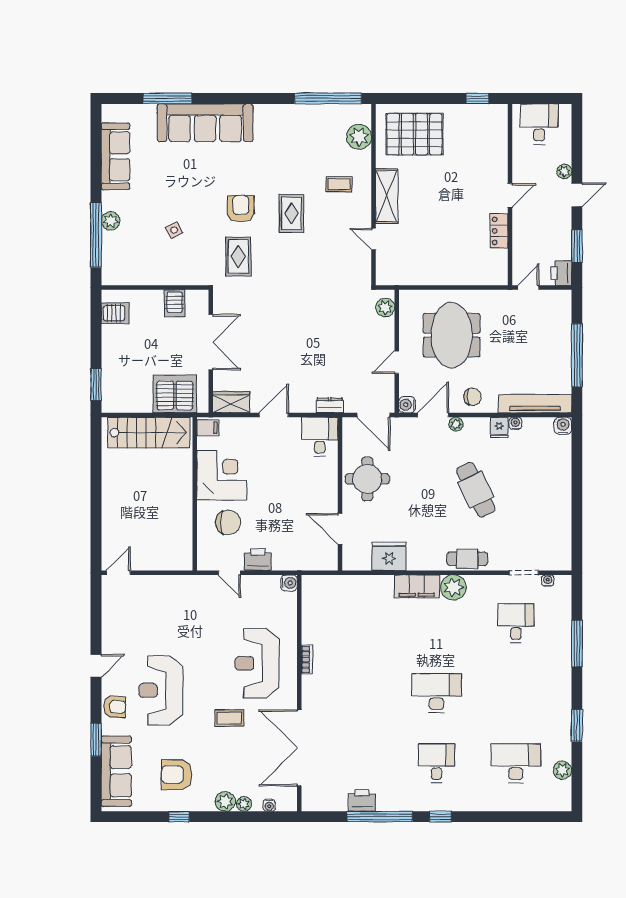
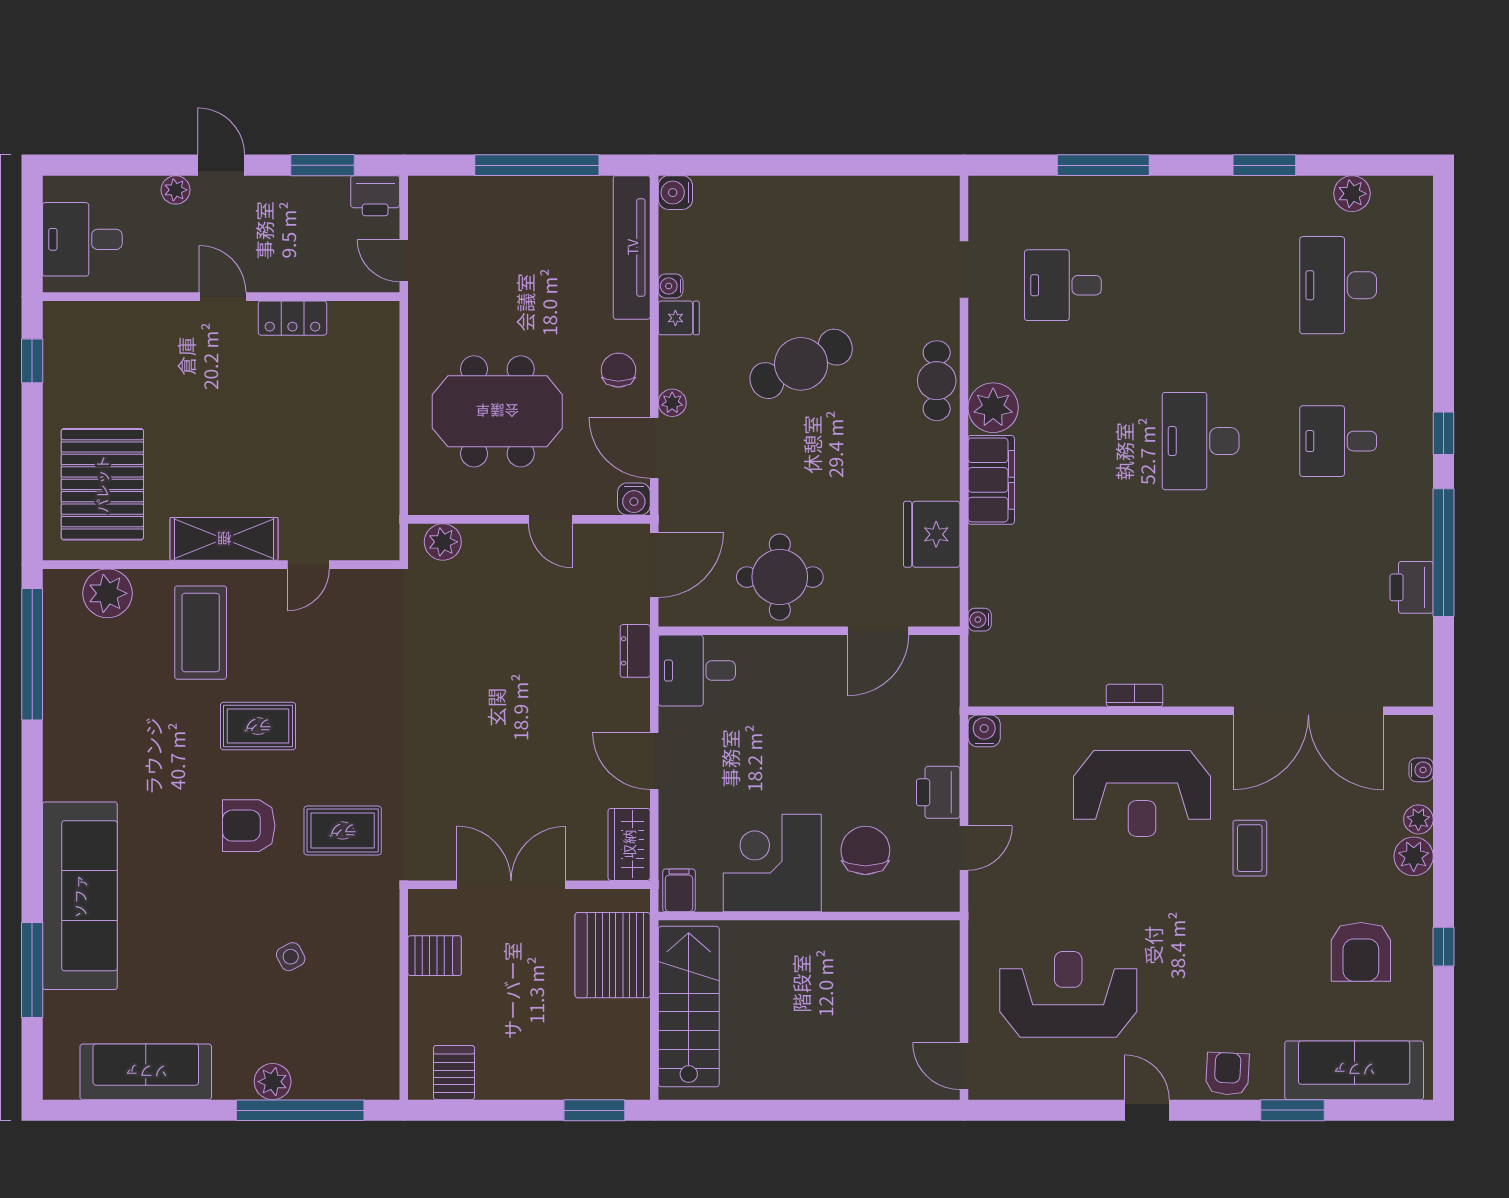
coffee table: (339, 184) -> (201, 633), width x1.86, depth x1.72
water cooler: (548, 581) -> (980, 620), moved
reception desk: (161, 690) -> (1068, 994), moved, turned 180

